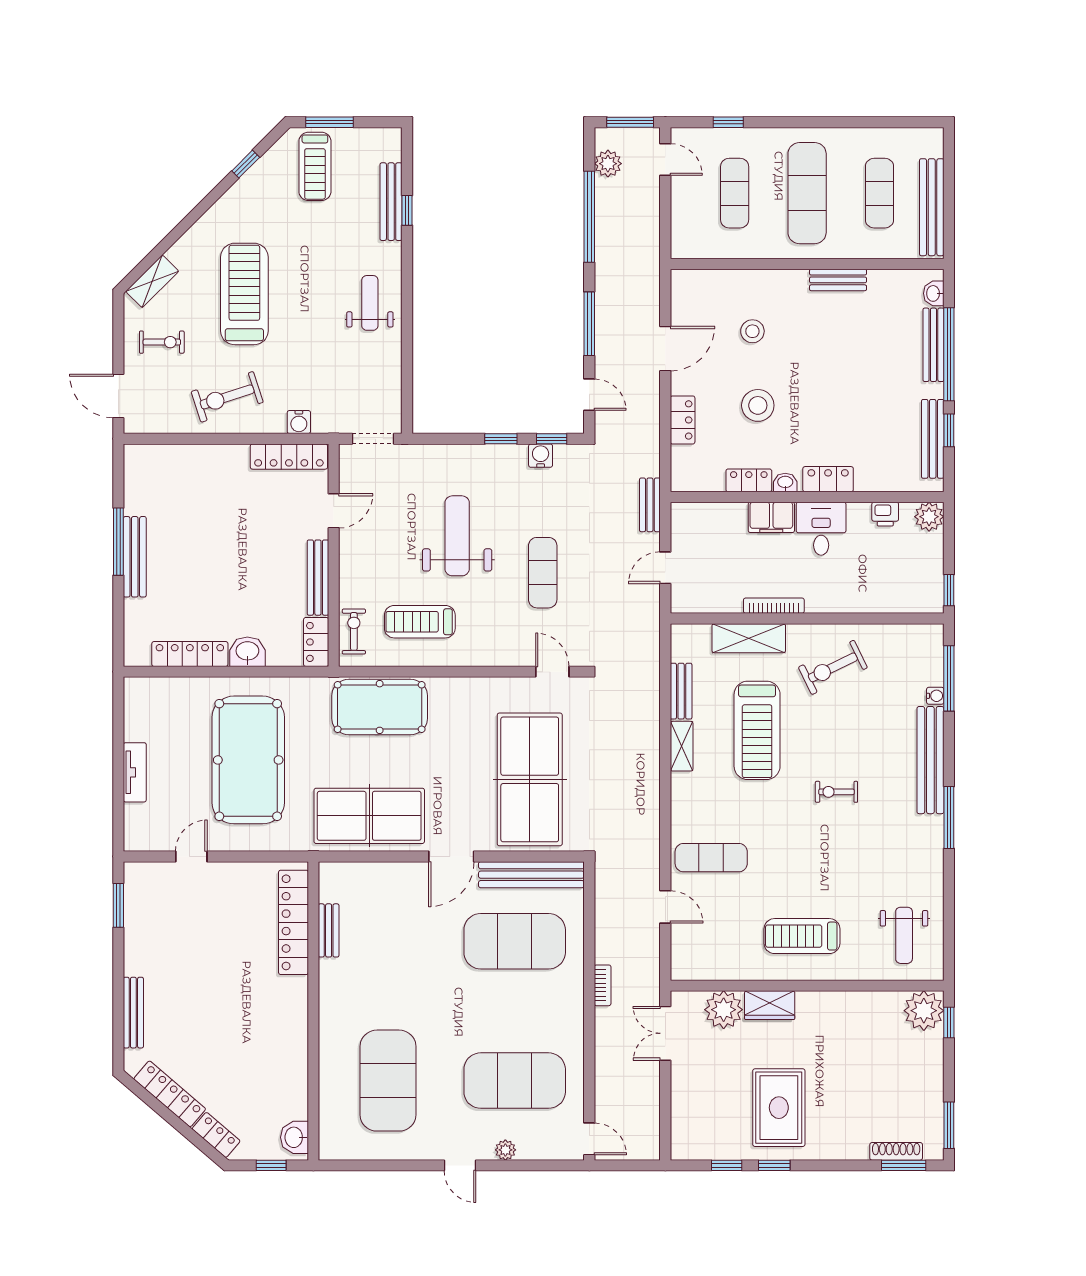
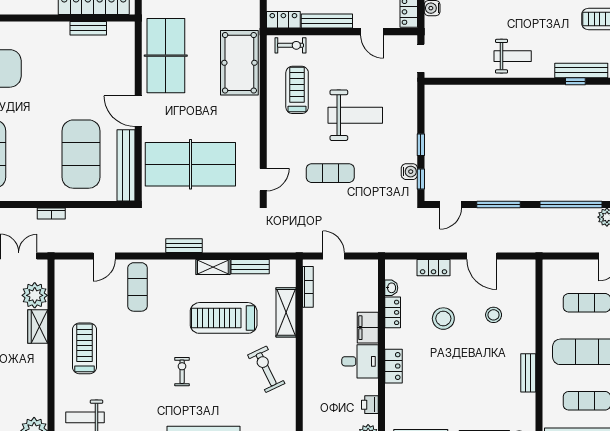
washbasin: (785, 483) -> (391, 288), moved
bench: (650, 505) -> (184, 246), moved
bookcase: (774, 606) -> (308, 287), moved

